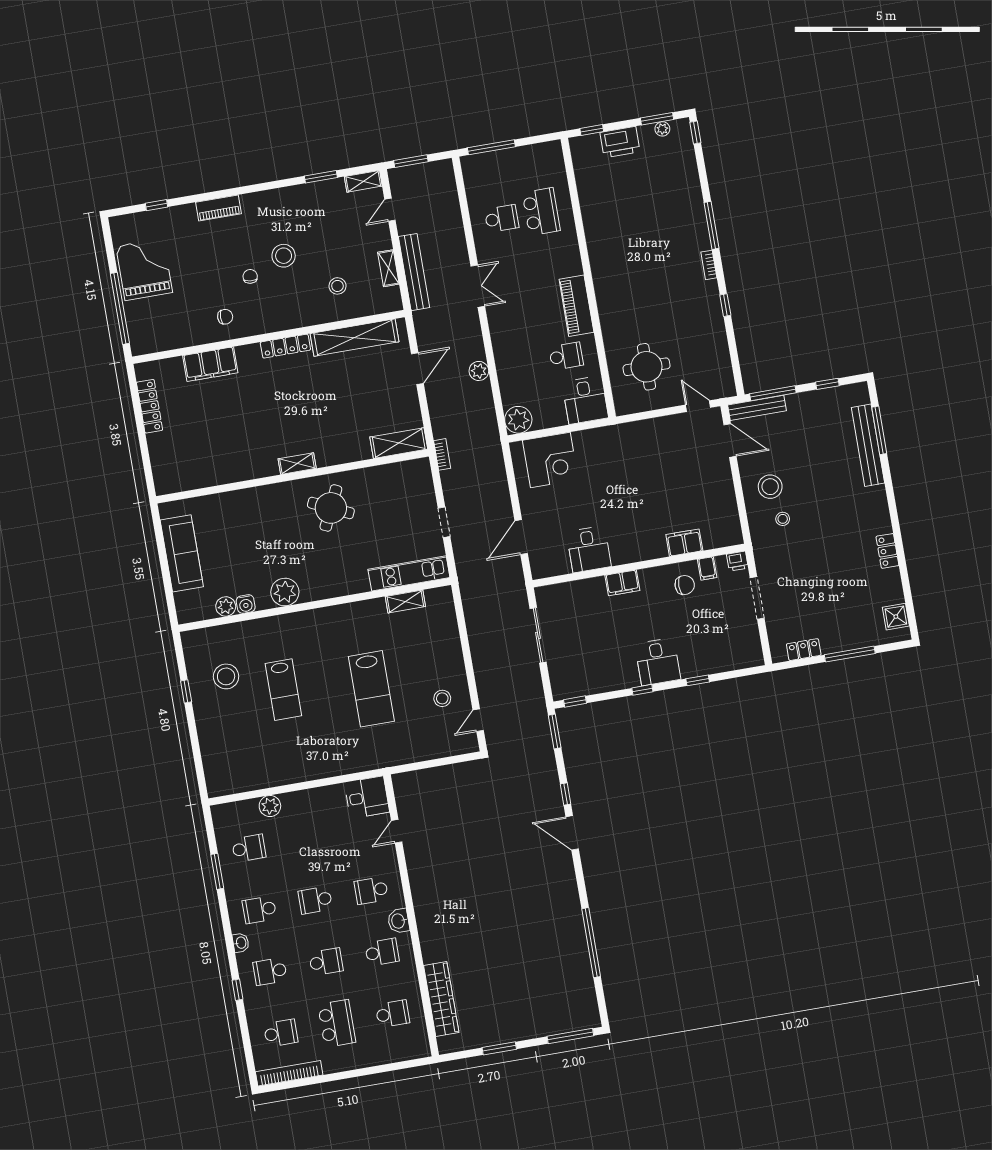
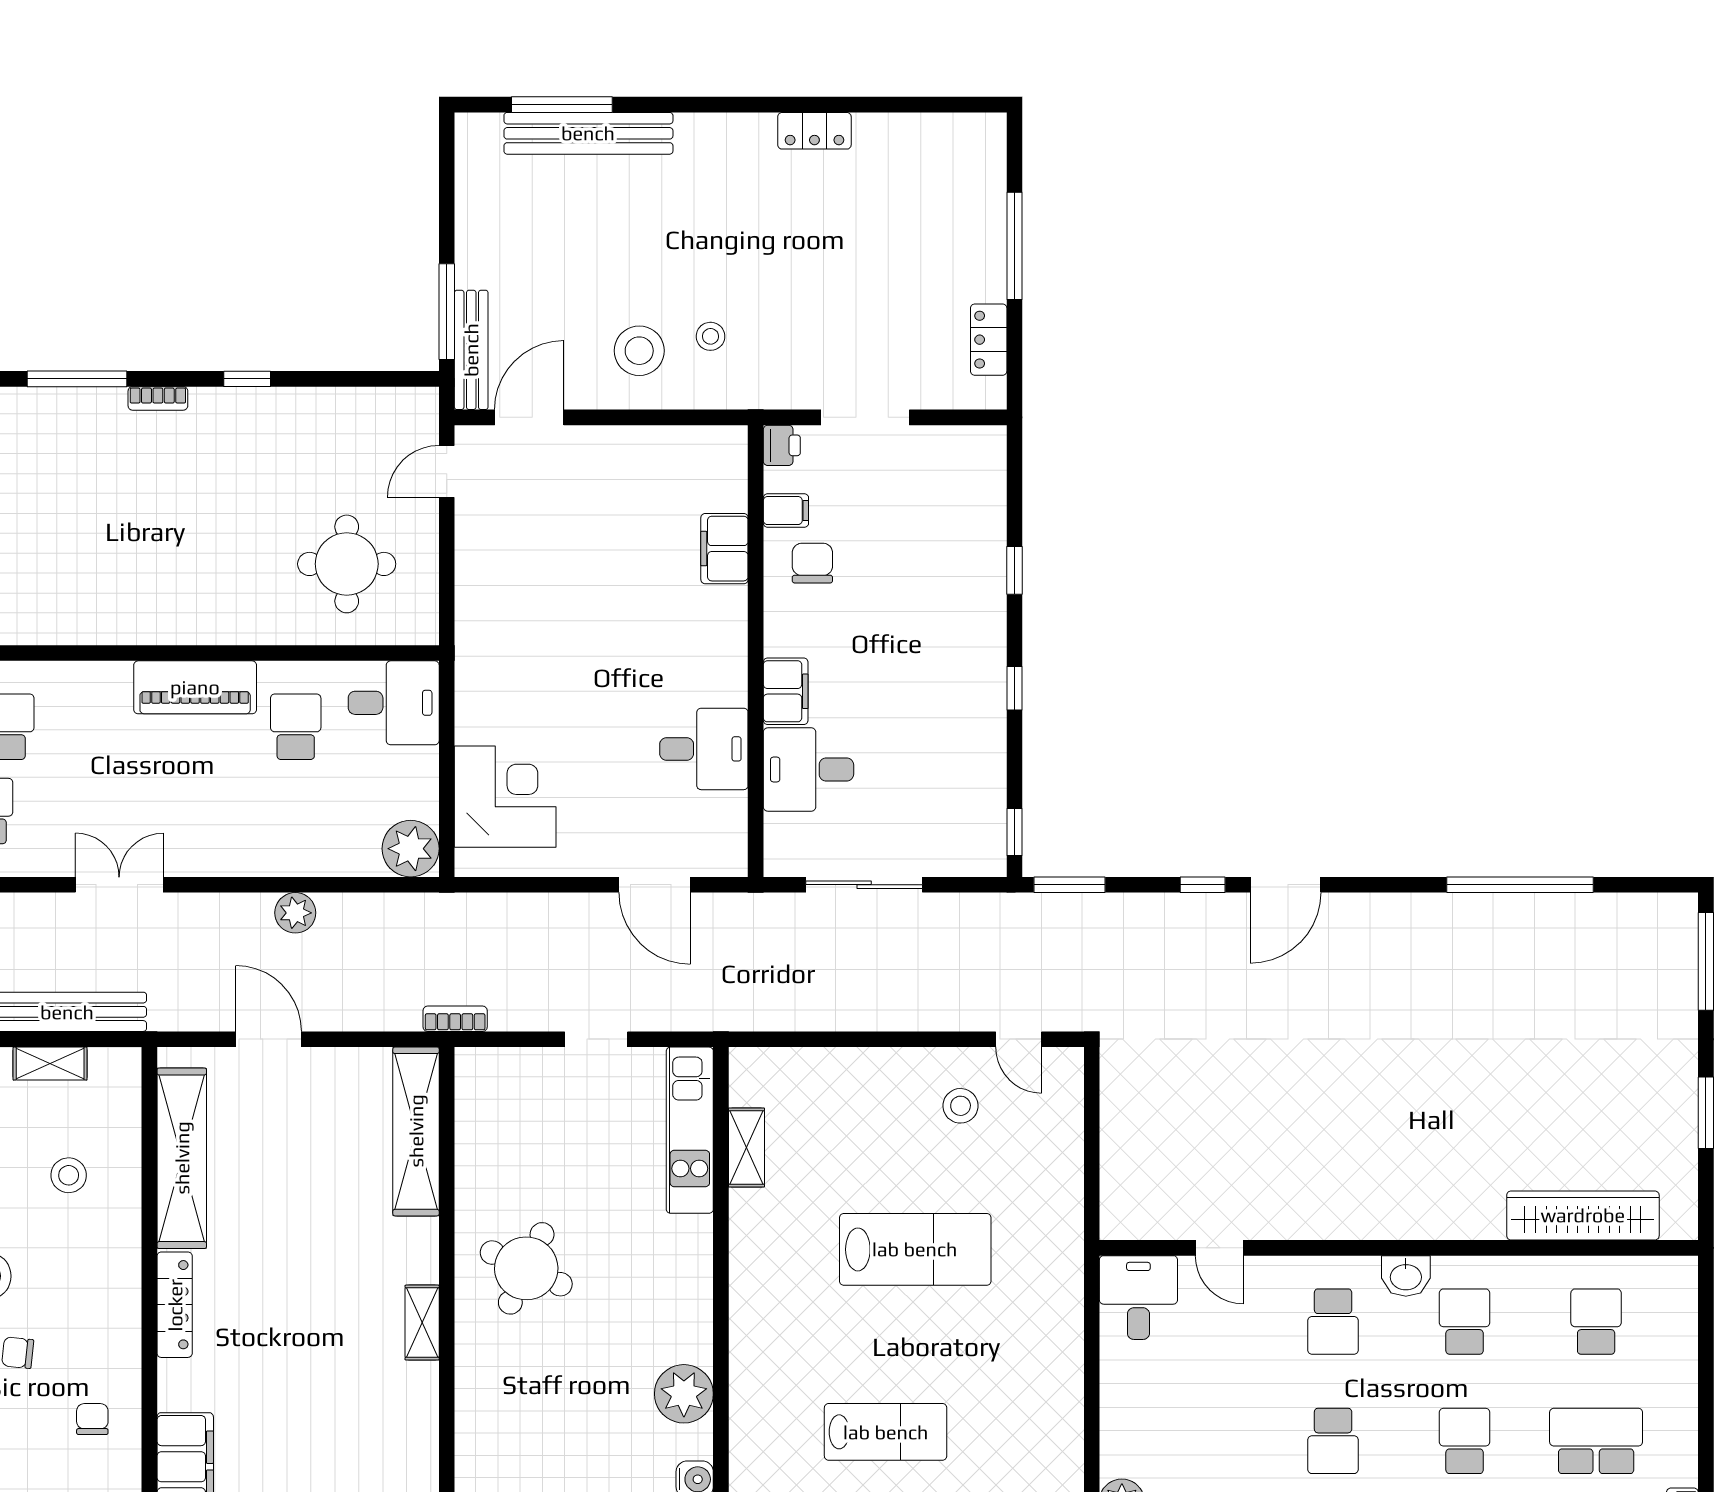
window: (827, 384) -> (447, 196), removed
shelving: (399, 443) -> (416, 1131), width x1.47
shower: (896, 617) -> (953, 137), removed
desk: (658, 662) -> (808, 770), moved, turned 180

